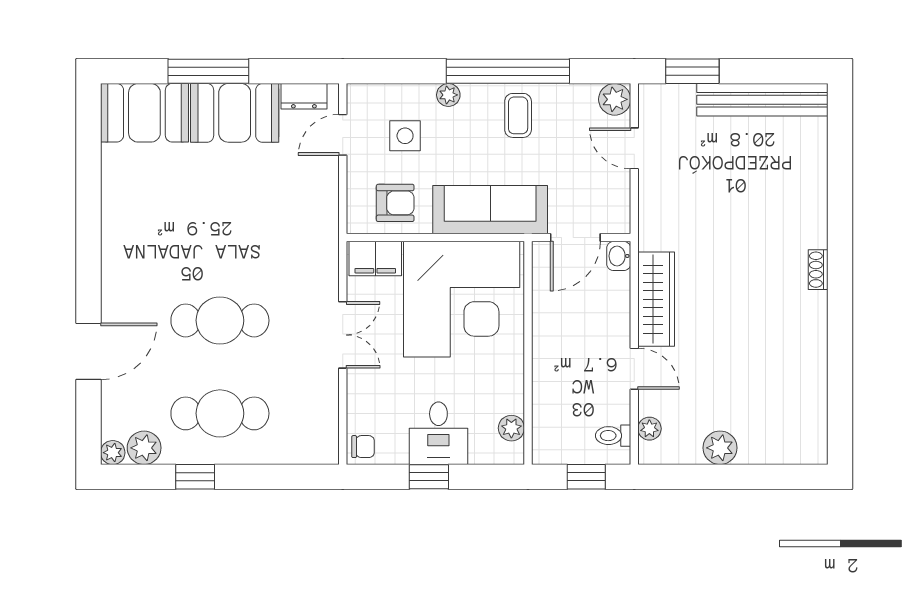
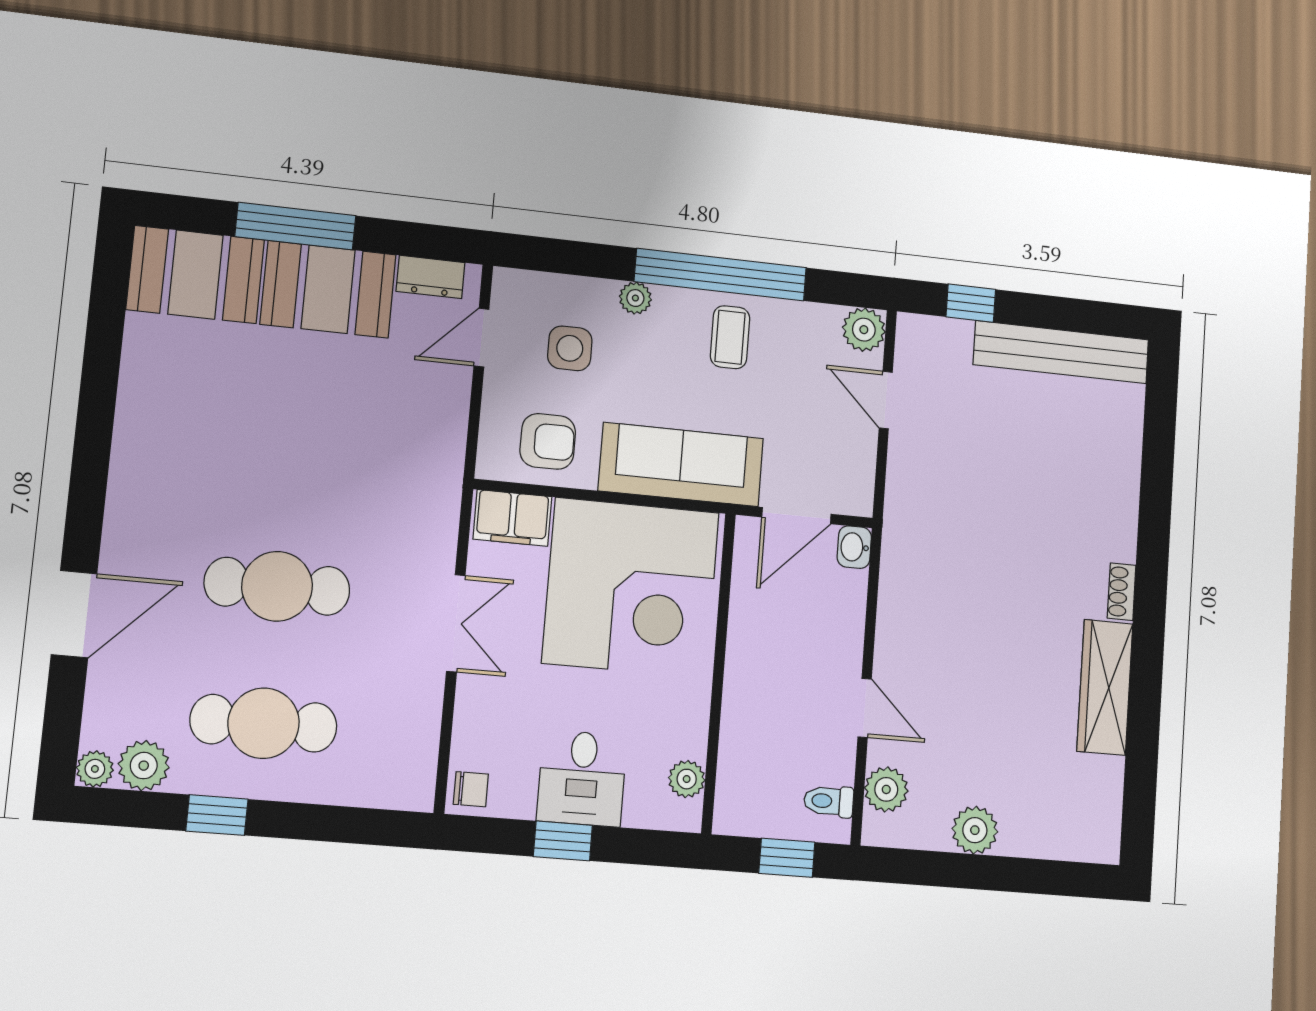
window: (692, 71) -> (971, 303), width x0.67
wardrobe: (656, 299) -> (1105, 687), moved, turned 180
plant: (649, 429) -> (886, 789), width x1.38, depth x1.38

